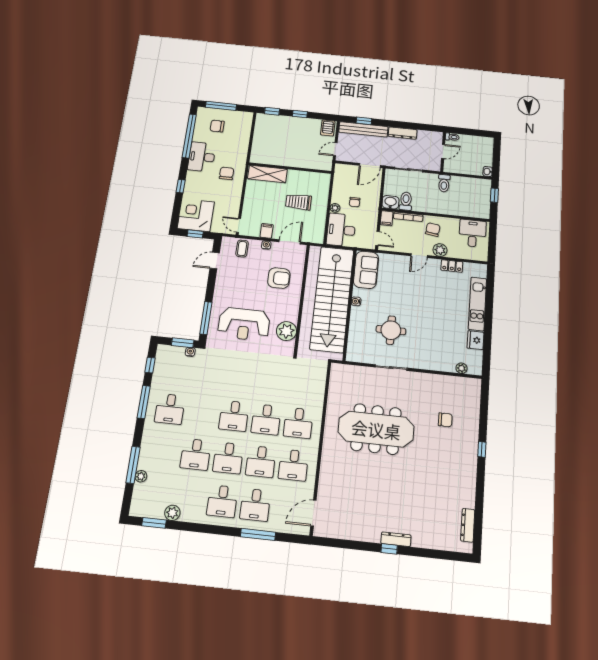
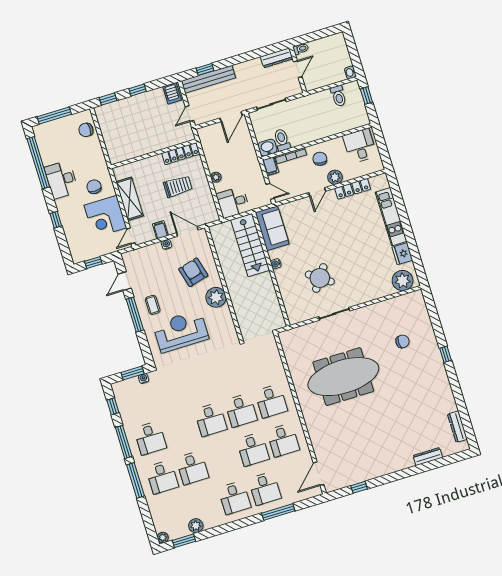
chair: (217, 126) -> (86, 130), moved
dresser: (403, 133) -> (277, 58), moved
shelving: (267, 174) -> (130, 199), moved, turned 90
locker: (313, 177) -> (181, 154), added
toilet: (444, 183) -> (338, 96), moved
trolley: (298, 202) -> (178, 186), turned 180
chair: (355, 202) -> (232, 163), removed
corner desk: (196, 215) -> (105, 217), moved, turned -90
door: (239, 225) -> (131, 236), hinge flipped
desk: (341, 230) -> (233, 202), width x0.73
door: (290, 242) -> (187, 231), hinge flipped
coffee table: (242, 249) -> (153, 305), moved
locker: (452, 266) -> (353, 189), width x1.53
armchair: (279, 278) -> (193, 272), turned -105
stairs: (332, 299) -> (250, 245), width x0.54, depth x0.66
window: (206, 318) -> (135, 315), moved
reception desk: (244, 324) -> (181, 331), turned 180
round table: (391, 330) -> (320, 278), turned 35
plant: (286, 331) -> (216, 297), moved
plant: (462, 368) -> (403, 281), width x1.88, depth x1.88
desk: (228, 458) -> (162, 477), moved
window: (133, 465) -> (135, 480), moved
plant: (141, 476) -> (163, 538), moved
dresser: (396, 539) -> (428, 457), moved
window: (389, 549) -> (359, 487), moved

